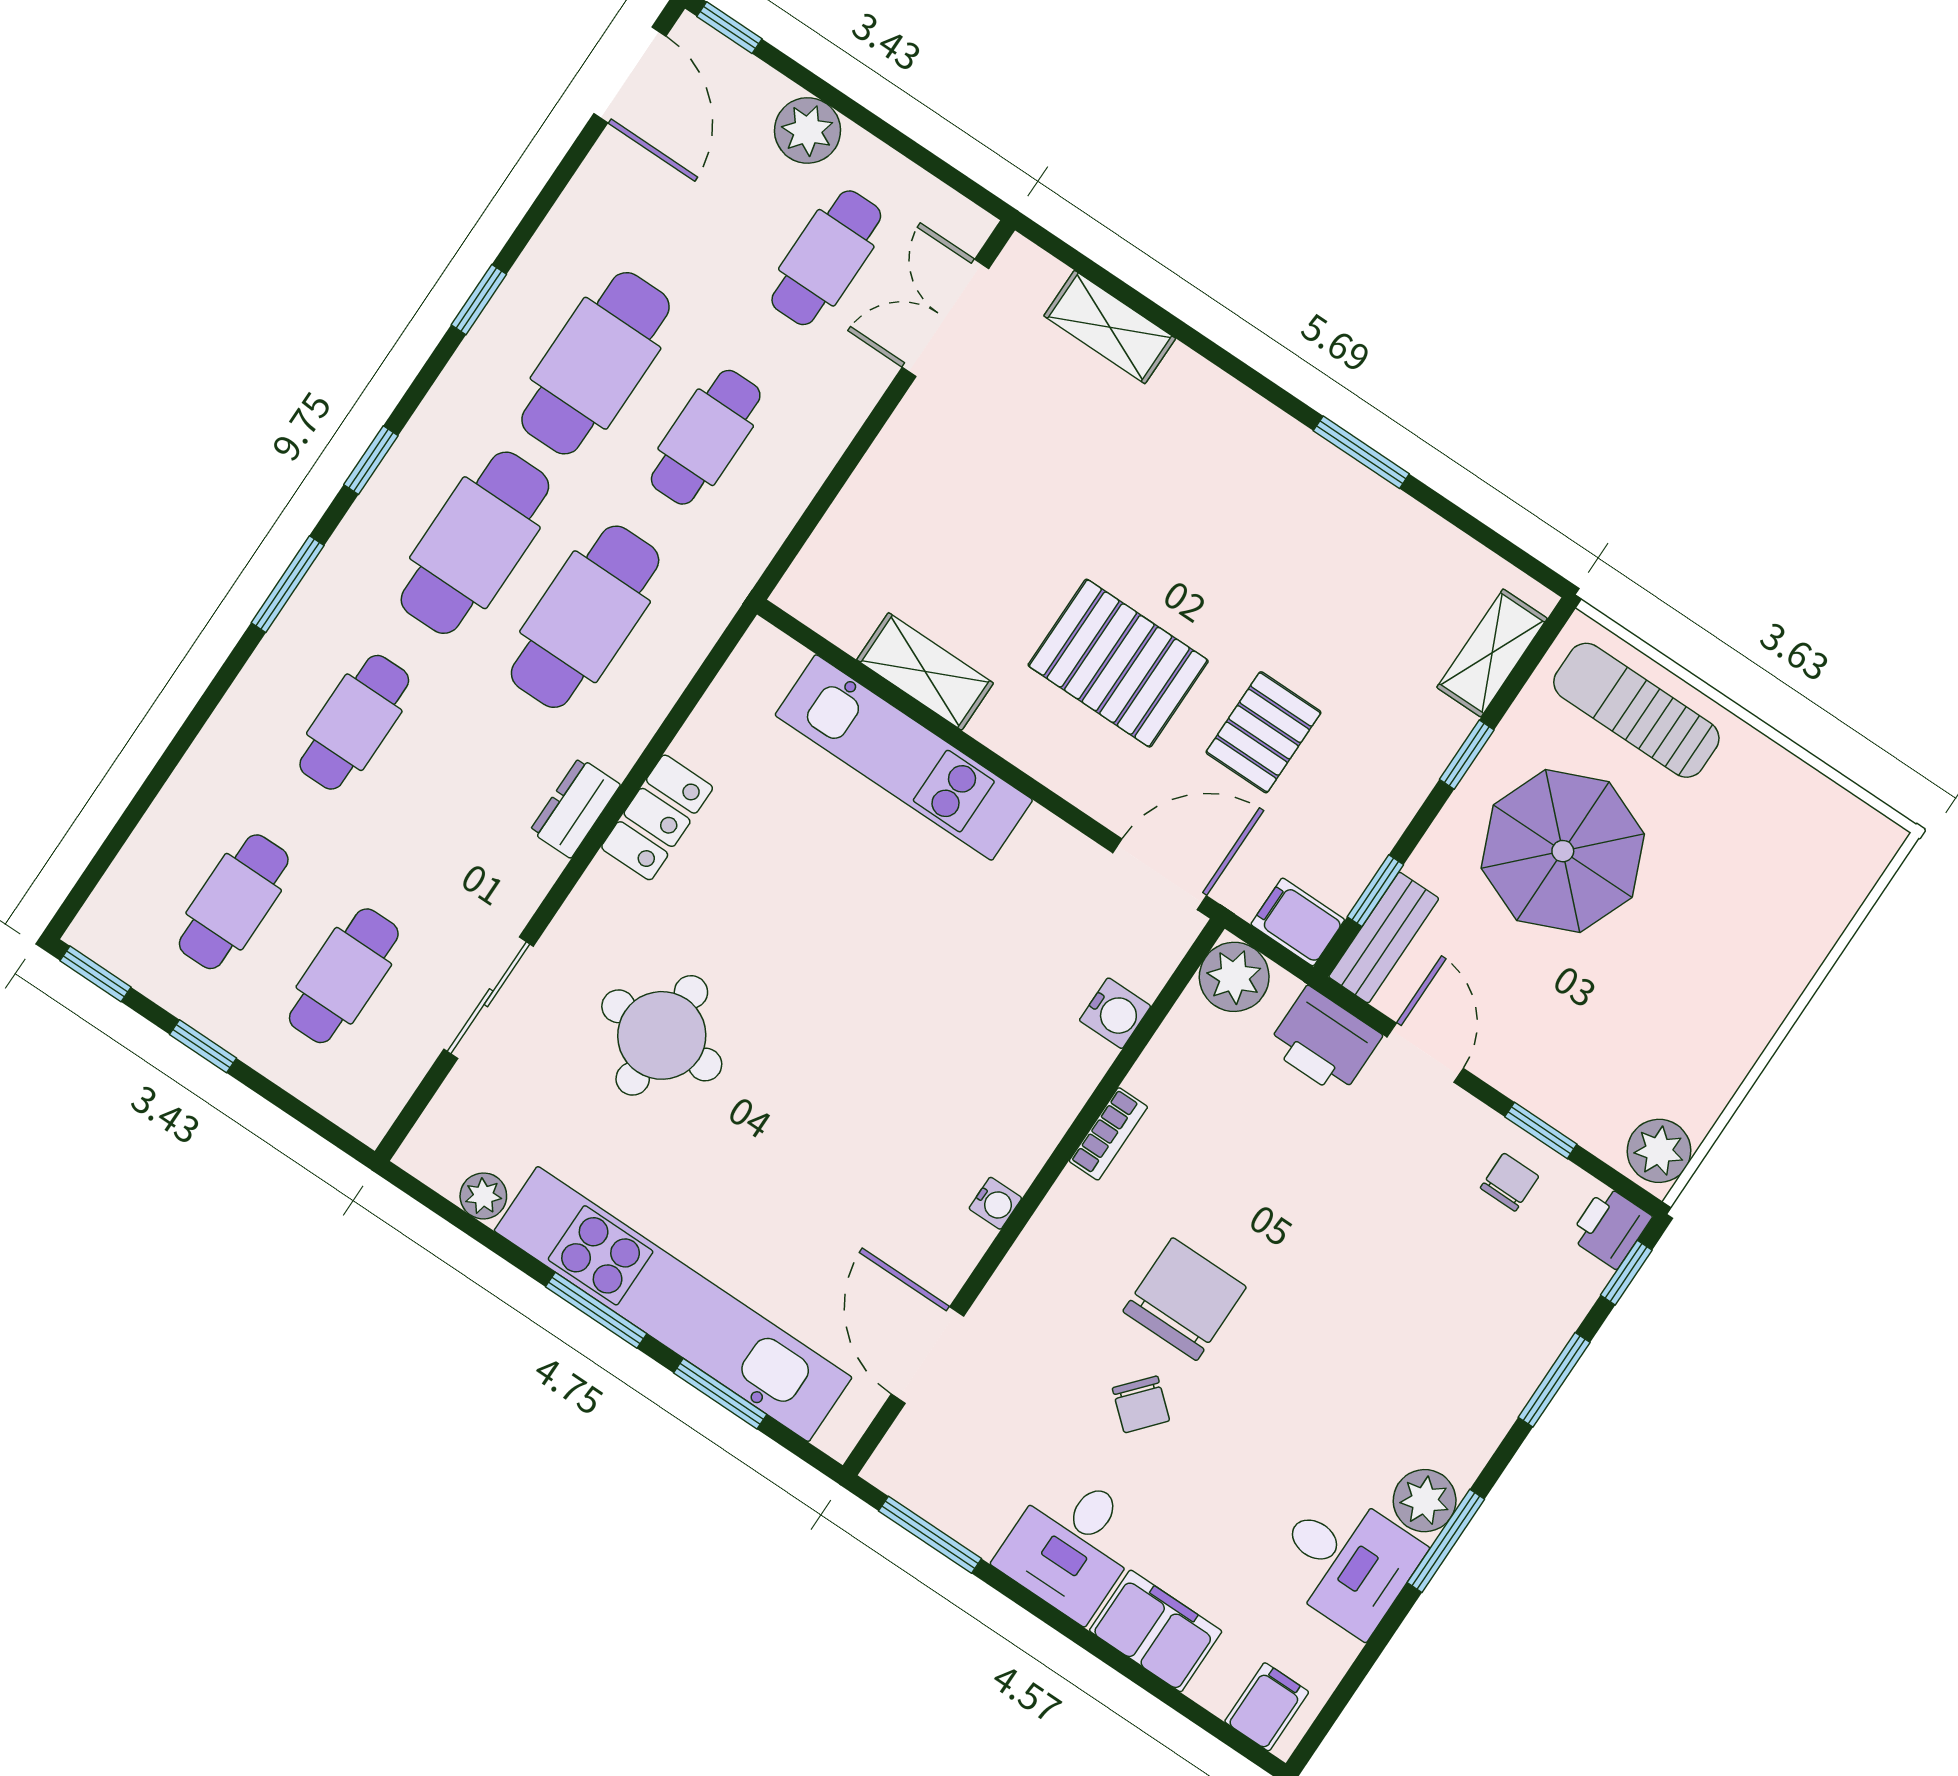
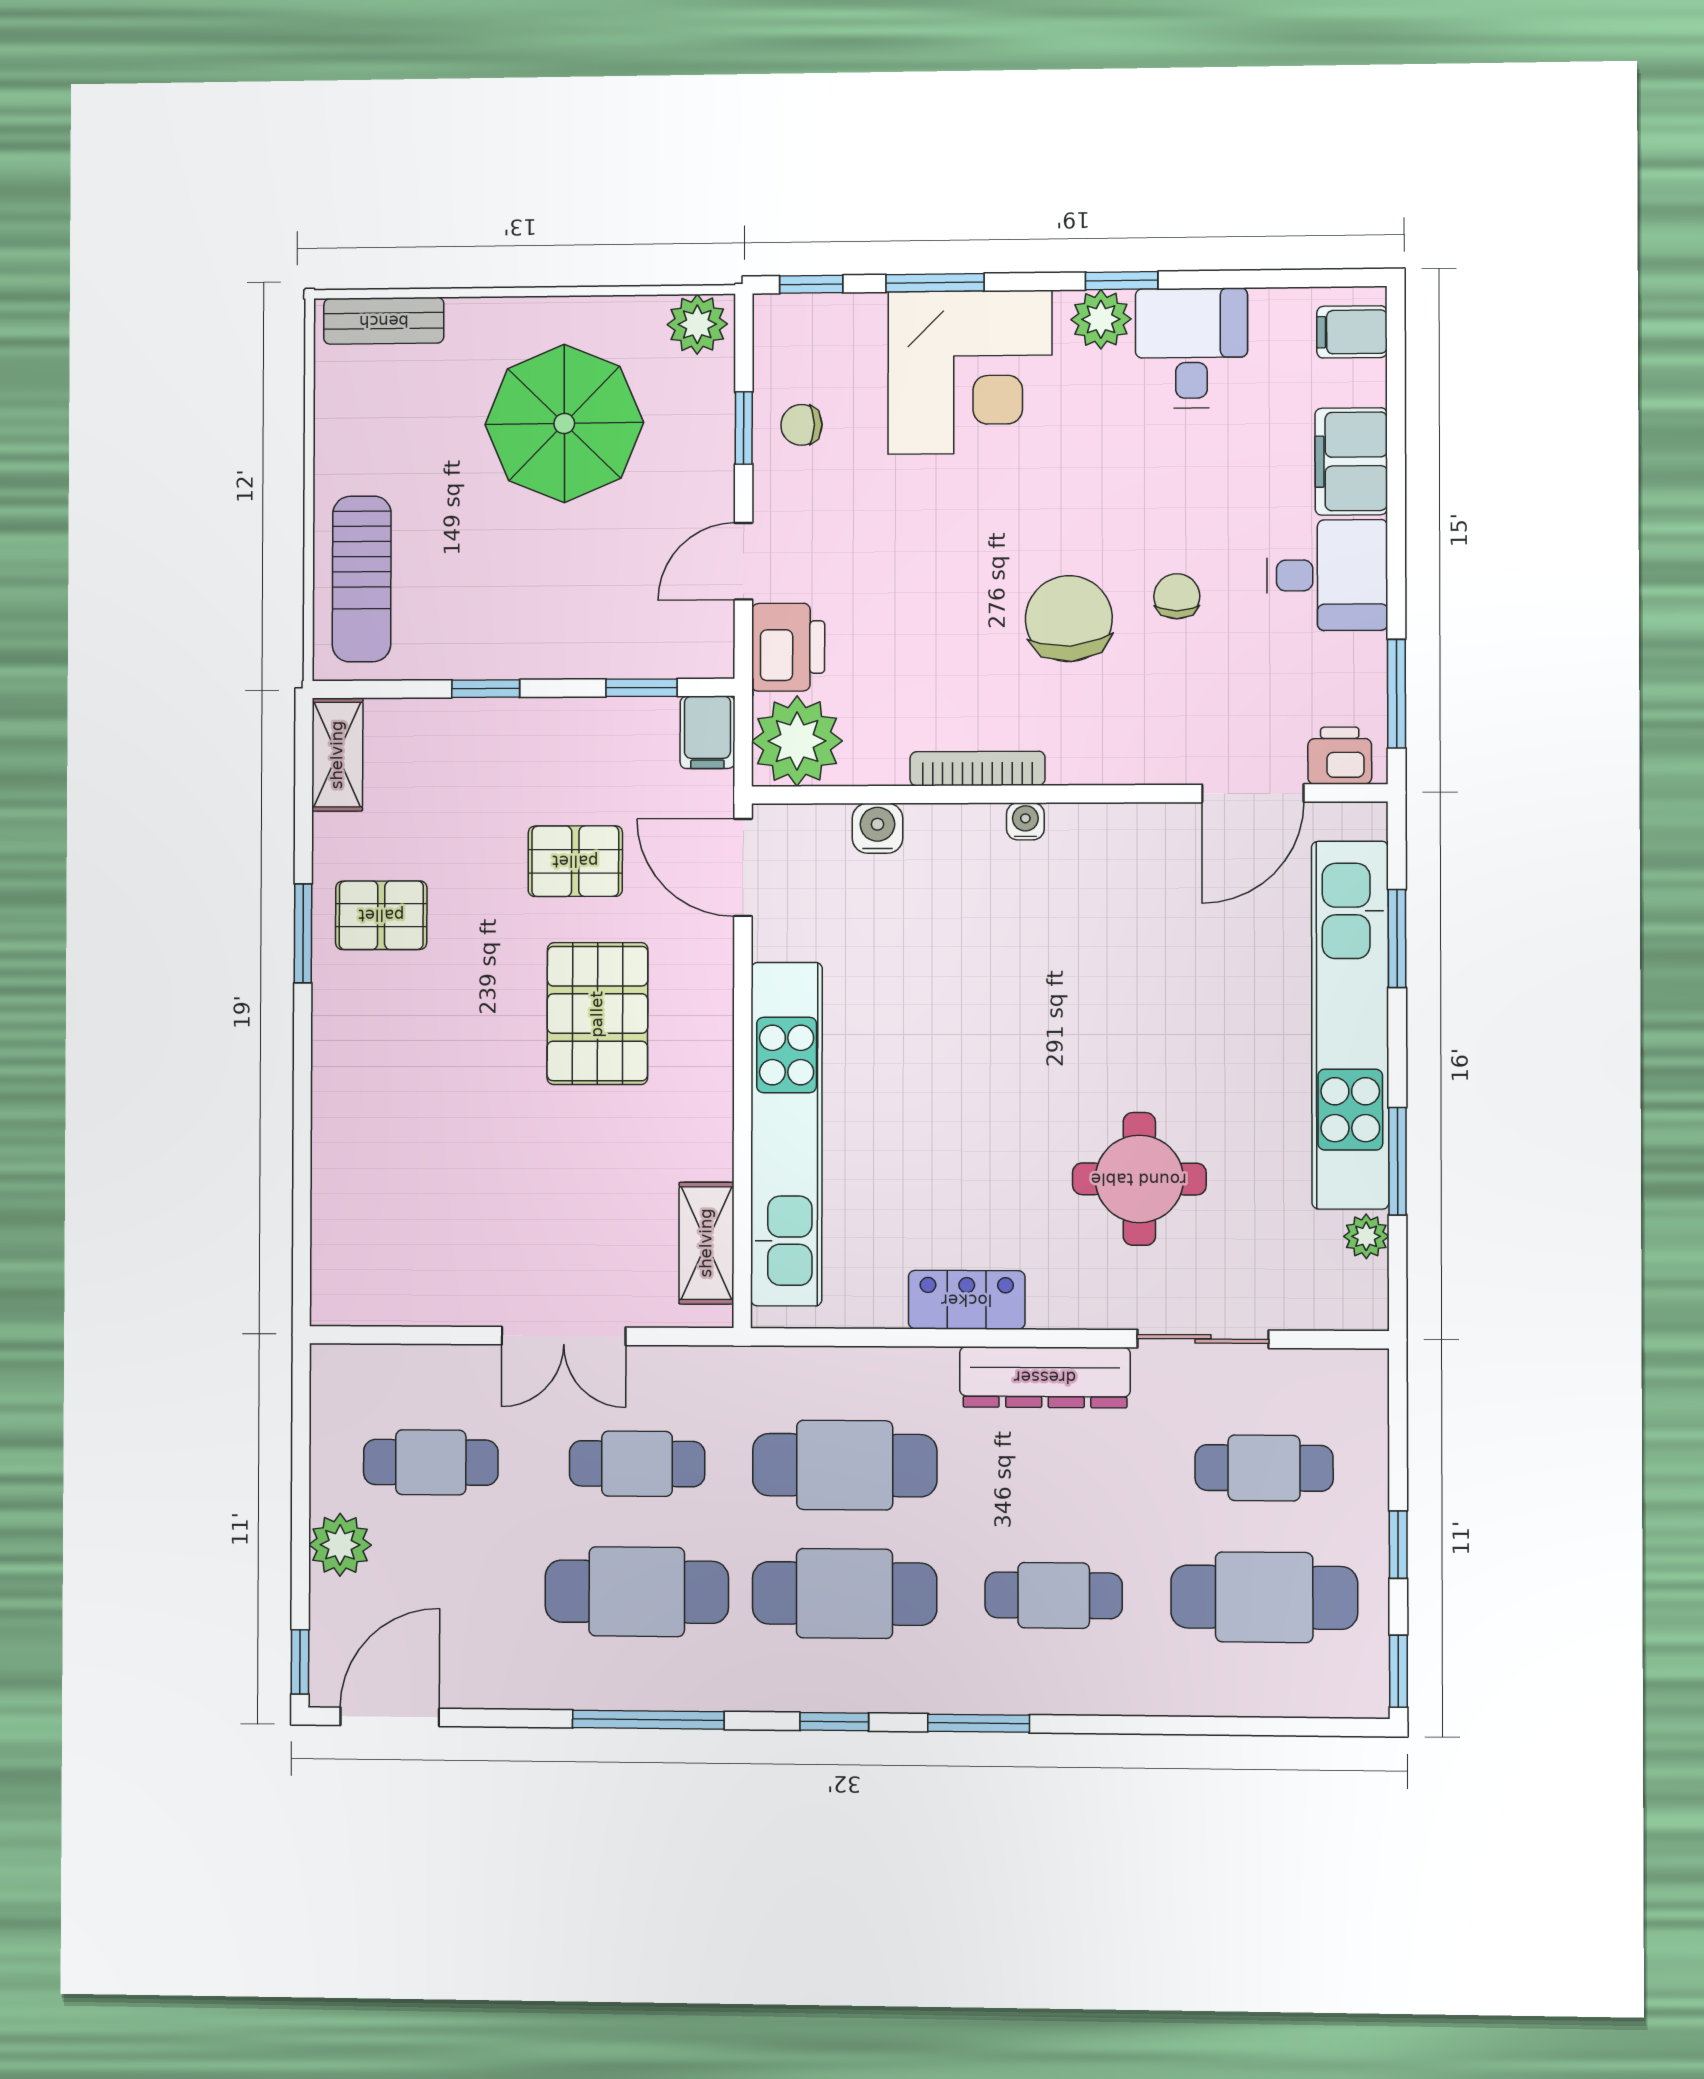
window: (479, 300) -> (648, 1720), width x2.17
double door: (945, 318) -> (564, 1336), moved
shelving: (1110, 327) -> (336, 1199), removed
pallet: (1331, 531) -> (381, 915), added
shelving: (1492, 653) -> (337, 755), moved, turned 90
shelving: (925, 671) -> (706, 1243), moved
kitchen unit: (904, 757) -> (786, 1134), width x1.36
dresser: (575, 808) -> (1045, 1377), width x1.96, depth x1.24
parasol: (1563, 851) -> (564, 423), moved
cafe table: (234, 902) -> (1264, 1597), width x1.37, depth x1.35
bench: (1384, 938) -> (384, 321), moved
plant: (1234, 977) -> (797, 741), width x1.36, depth x1.36
bookcase: (1108, 1134) -> (978, 768), width x1.56
water cooler: (995, 1203) -> (1025, 821), moved
printer: (1610, 1227) -> (1340, 756), moved, turned 180
chair: (1185, 1299) -> (1069, 619), turned 86
window: (596, 1310) -> (1397, 1161), moved
corner desk: (1456, 1358) -> (970, 372), added
chair: (1141, 1404) -> (1177, 596), turned -41
window: (1446, 1541) -> (1122, 281), width x0.67

